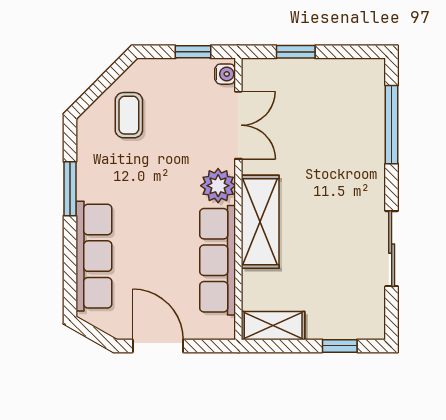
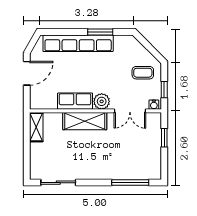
coffee table: (129, 115) -> (143, 73), moved
sliding door: (392, 249) -> (58, 183), moved
row of seats: (94, 256) -> (78, 43), width x1.36
row of seats: (218, 260) -> (75, 101), width x0.68
window: (340, 346) -> (27, 158), removed

